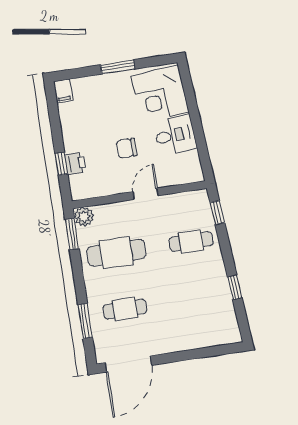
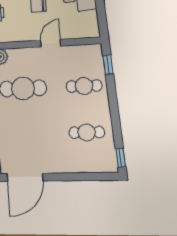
window: (235, 287) -> (121, 158), moved
cafe table: (125, 309) -> (87, 132), moved

